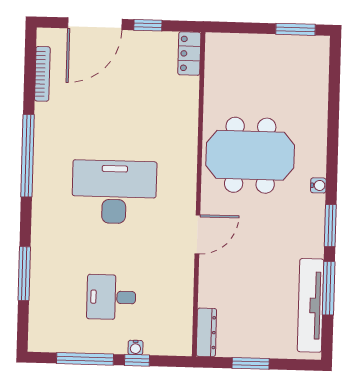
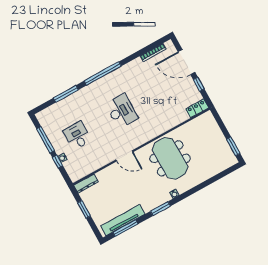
window: (28, 156) -> (103, 73), moved
desk: (114, 192) -> (122, 111), width x0.73, depth x0.77
window: (329, 288) -> (125, 228), moved

